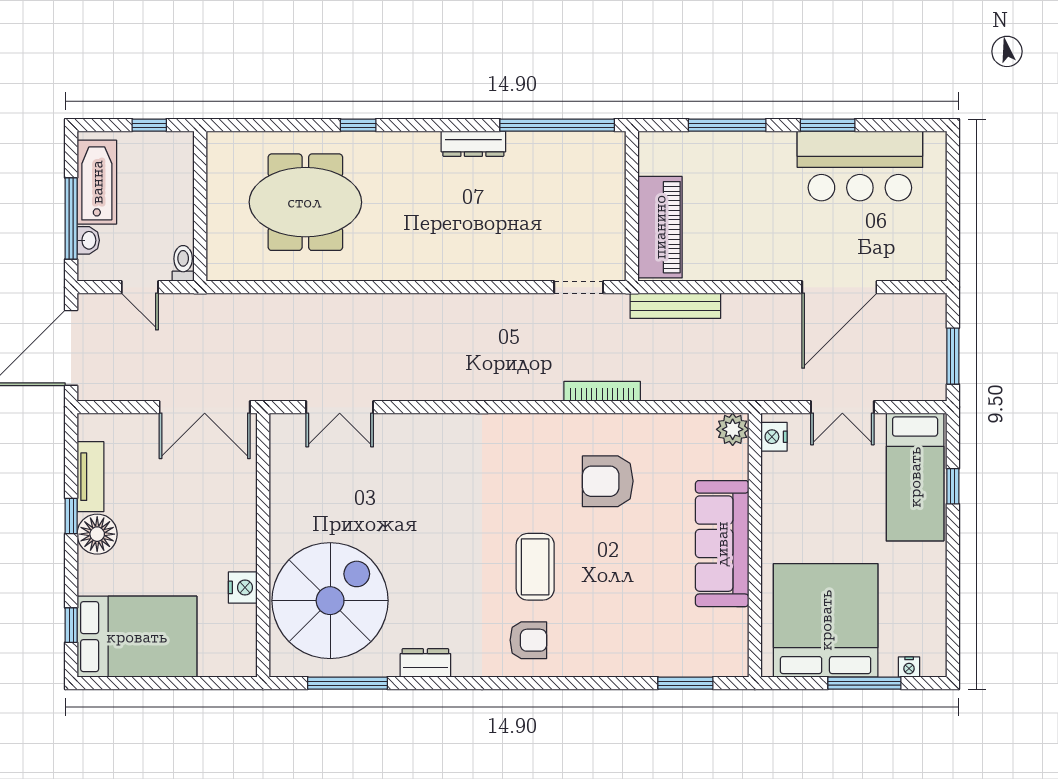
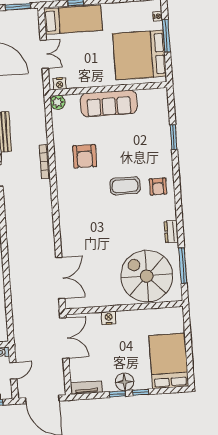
double door: (340, 407) -> (60, 278), width x1.37
tv unit: (90, 477) -> (86, 388), moved
nightstand: (243, 587) -> (109, 318), moved
window: (71, 625) -> (141, 392), moved
armchair: (528, 640) -> (158, 187), turned 180
window: (685, 683) -> (174, 137), moved

